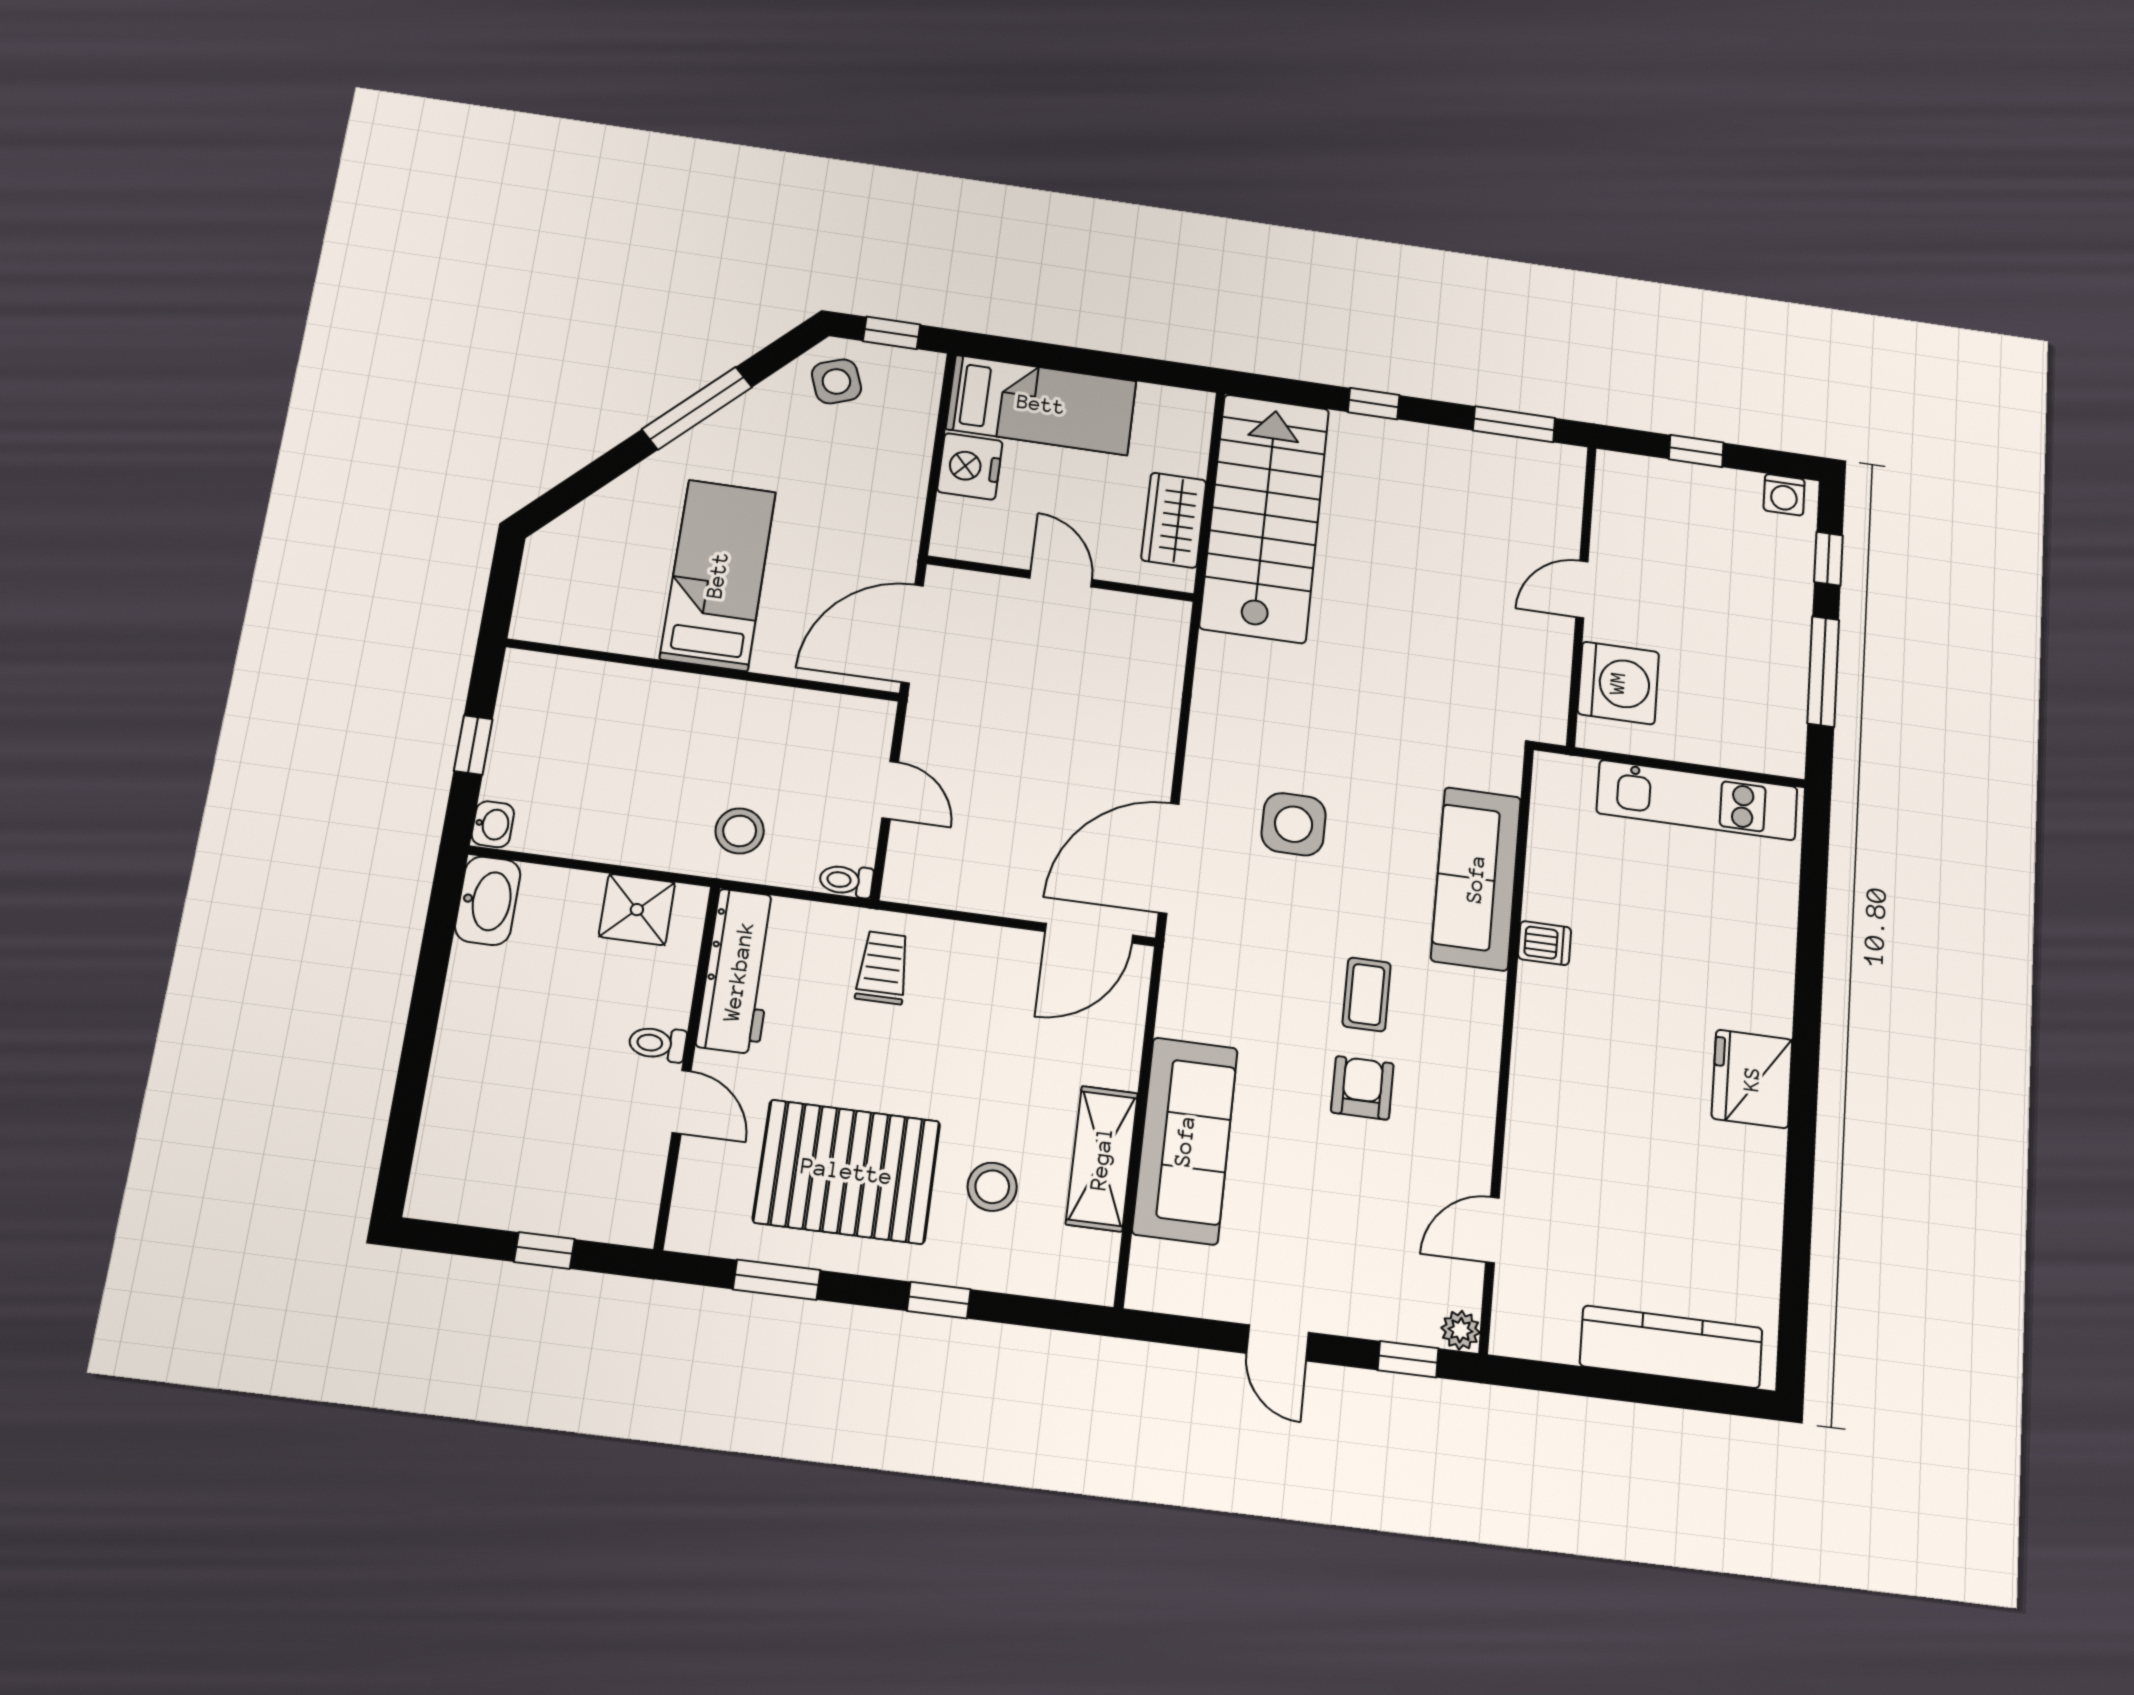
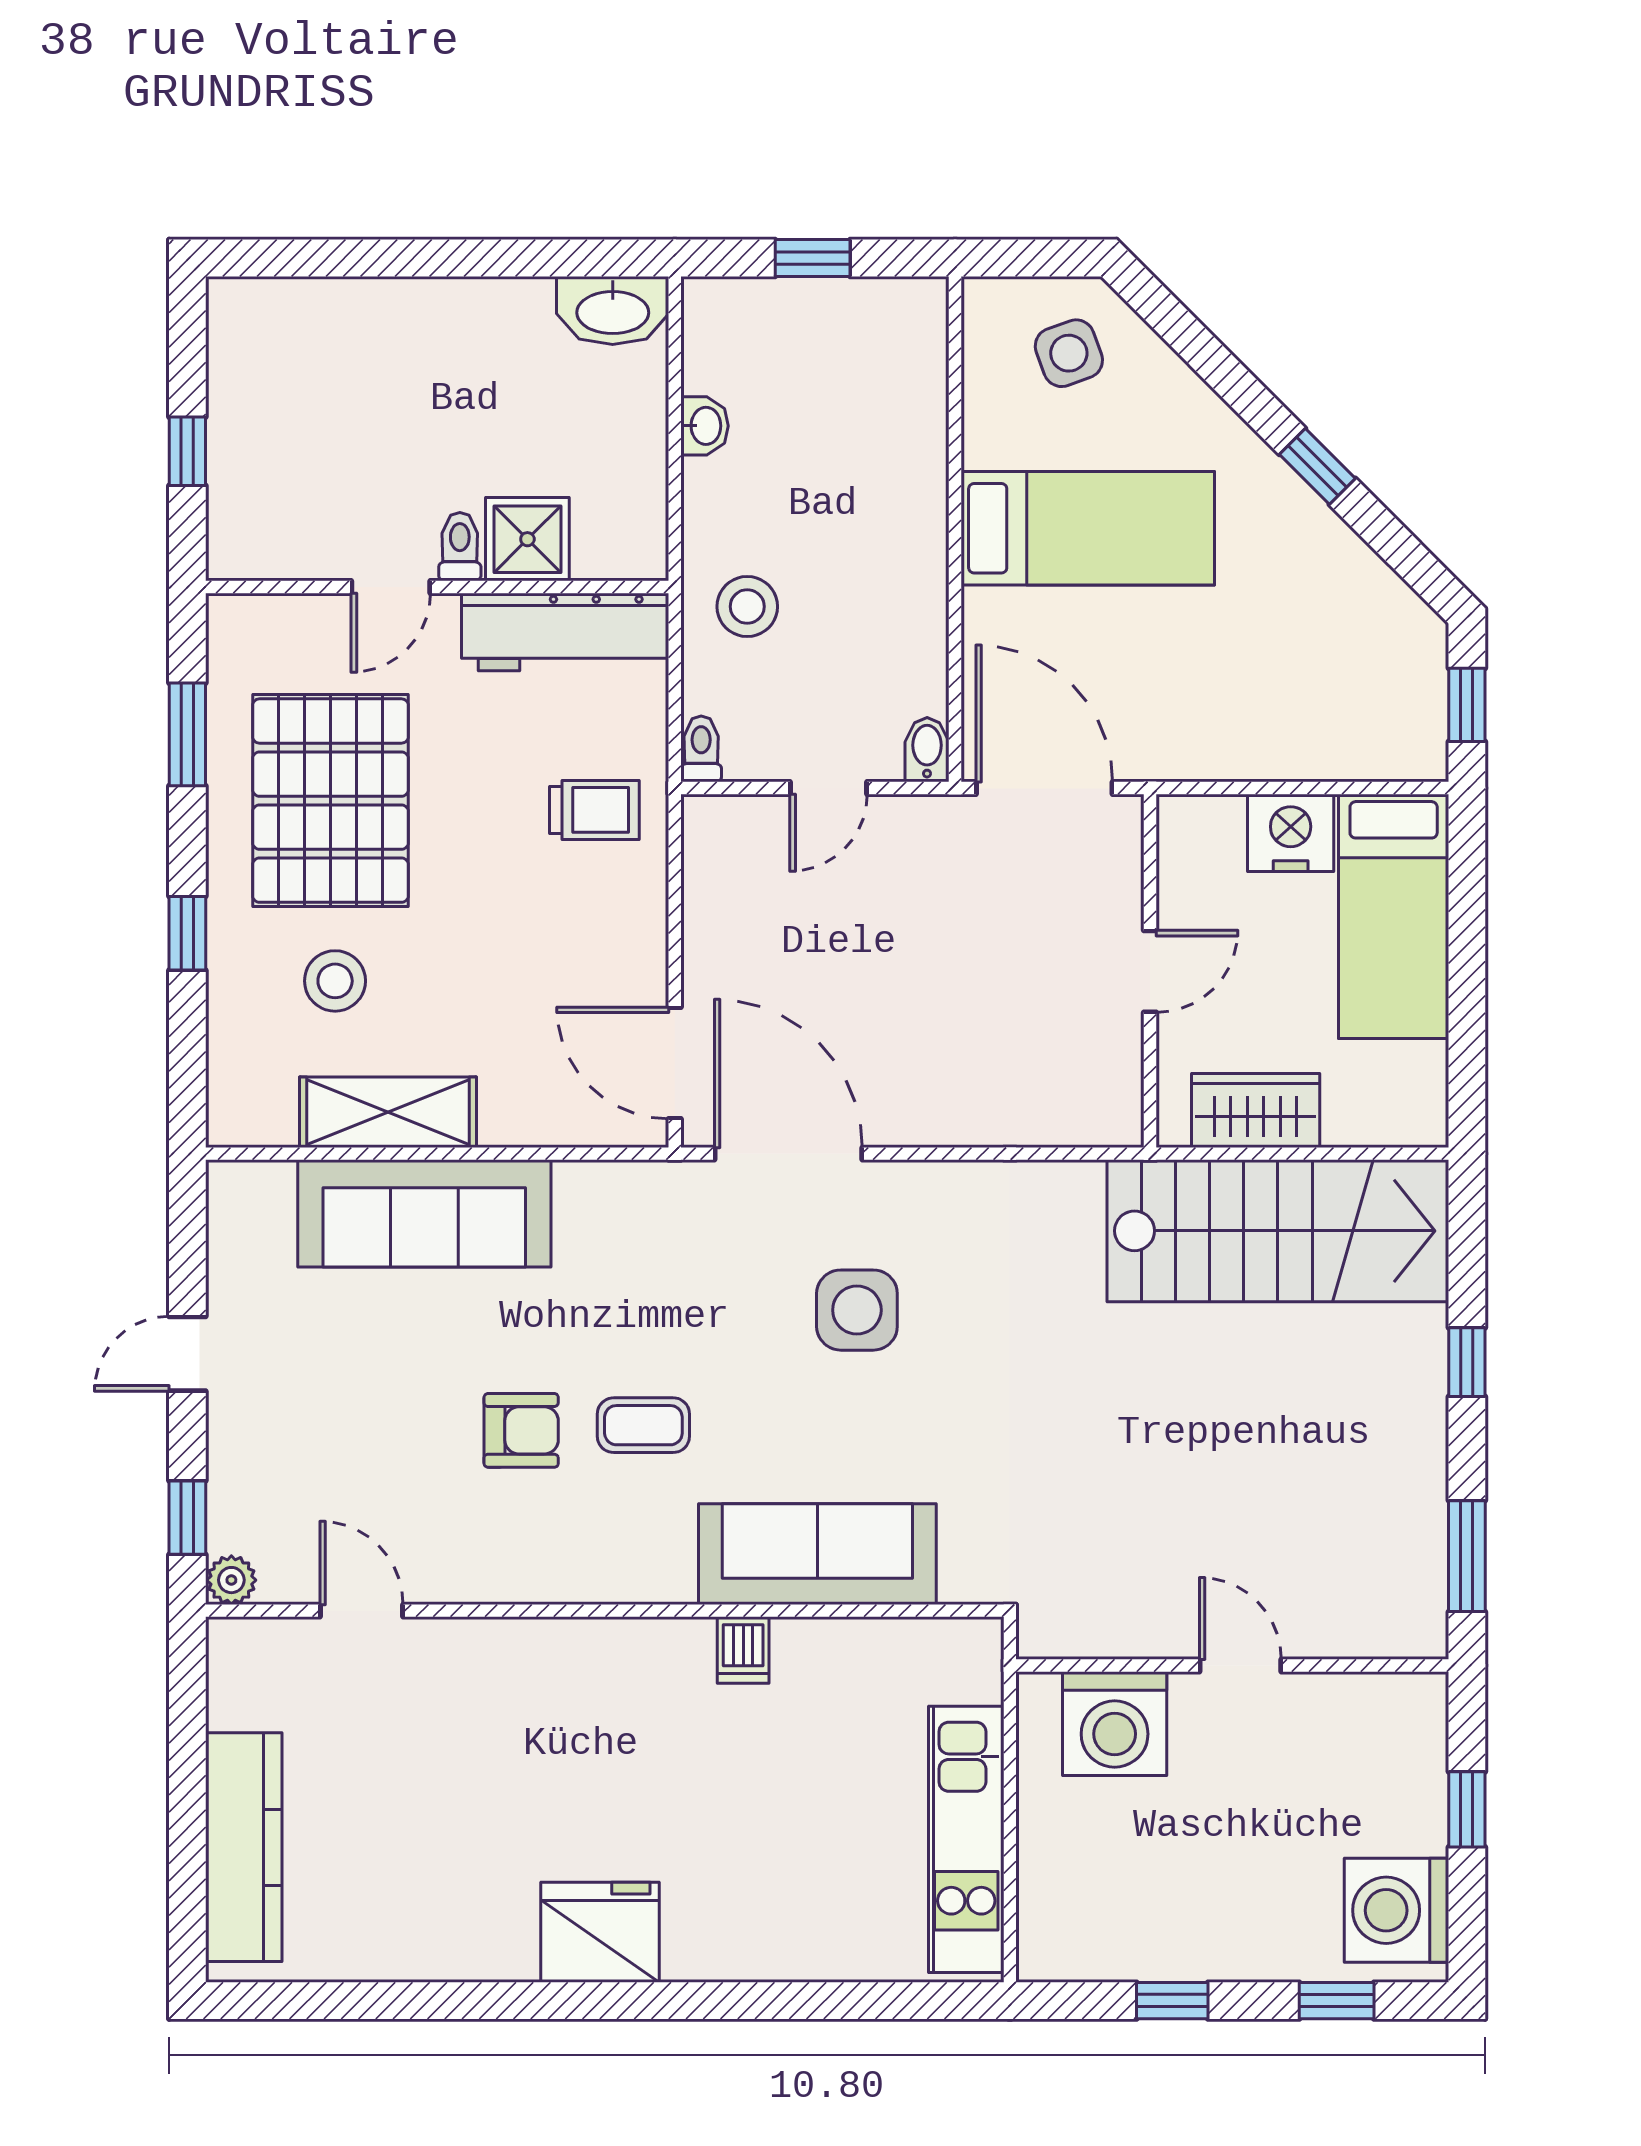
side table: (836, 381) -> (1069, 353), moved
window: (697, 408) -> (1317, 466), width x0.46
washing machine: (1784, 495) -> (1397, 1910), width x1.89, depth x1.89
window: (1823, 671) -> (1172, 2001), width x0.46
bidet: (871, 714) -> (927, 750), added
washbasin: (493, 824) -> (705, 426), moved, turned -90
shower: (637, 910) -> (527, 539), moved

